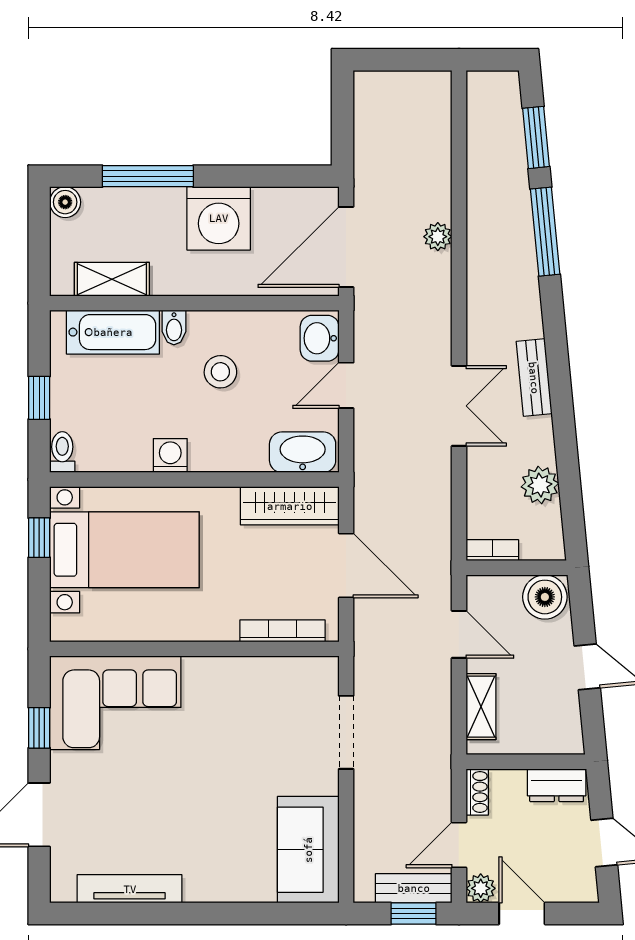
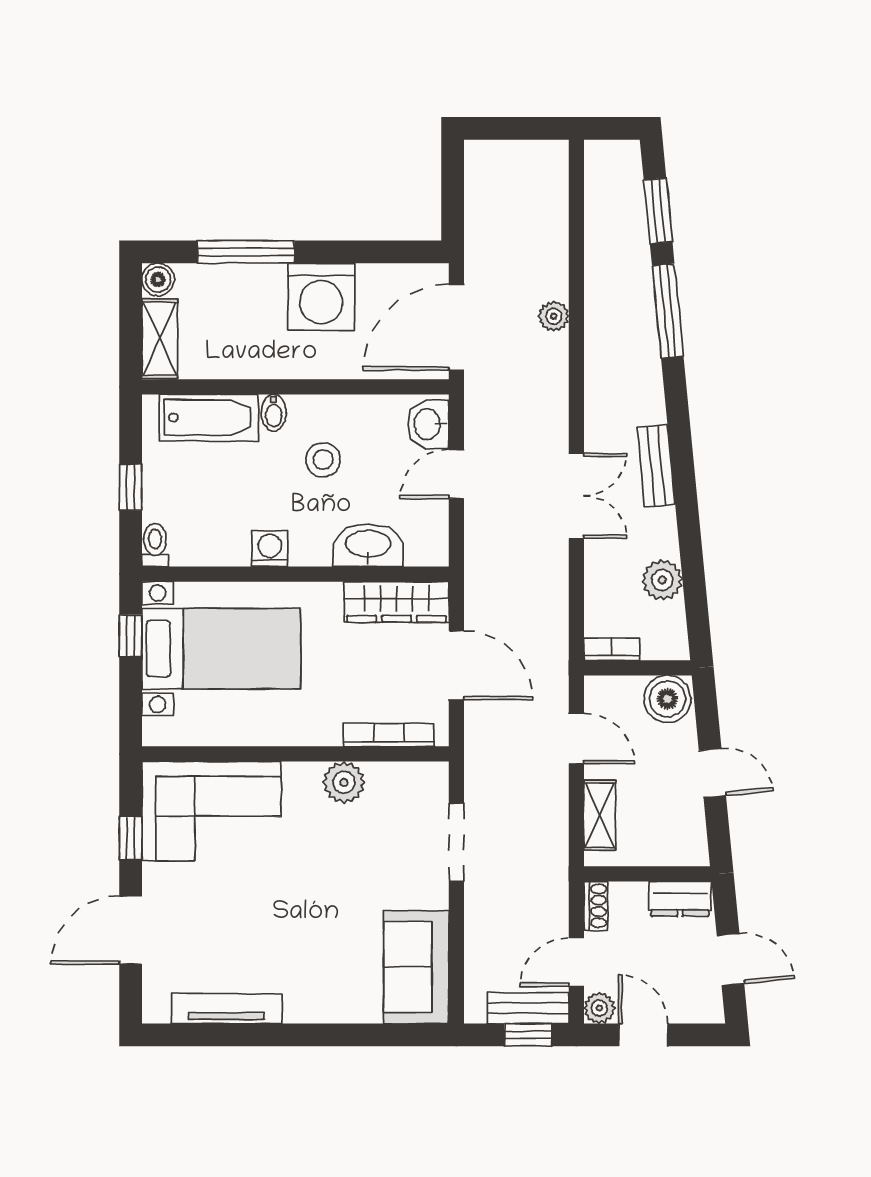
shelving: (112, 279) -> (160, 339), moved, turned 90
washbasin: (303, 452) -> (368, 545), moved
plant: (240, 676) -> (344, 782), added

